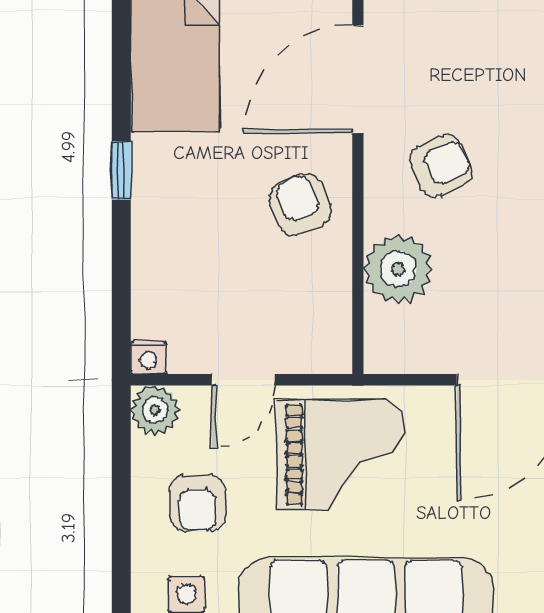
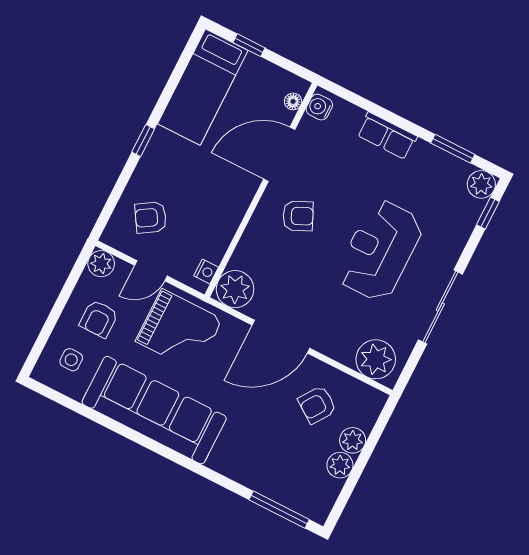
armchair: (300, 205) -> (151, 217), moved, turned -98
plant: (398, 269) -> (235, 289), moved
nightstand: (148, 357) -> (206, 272), moved, turned -90

